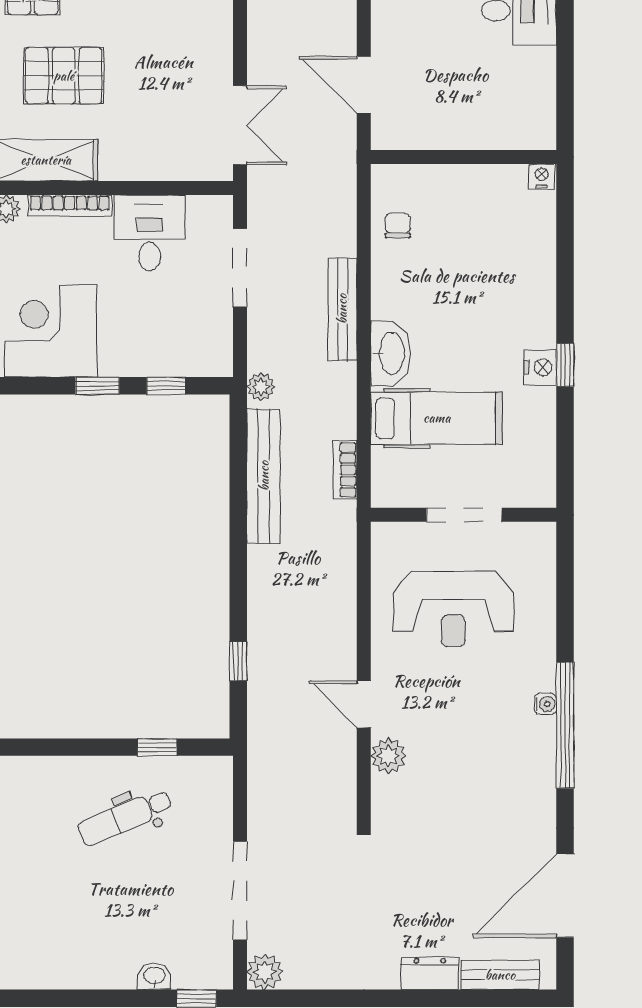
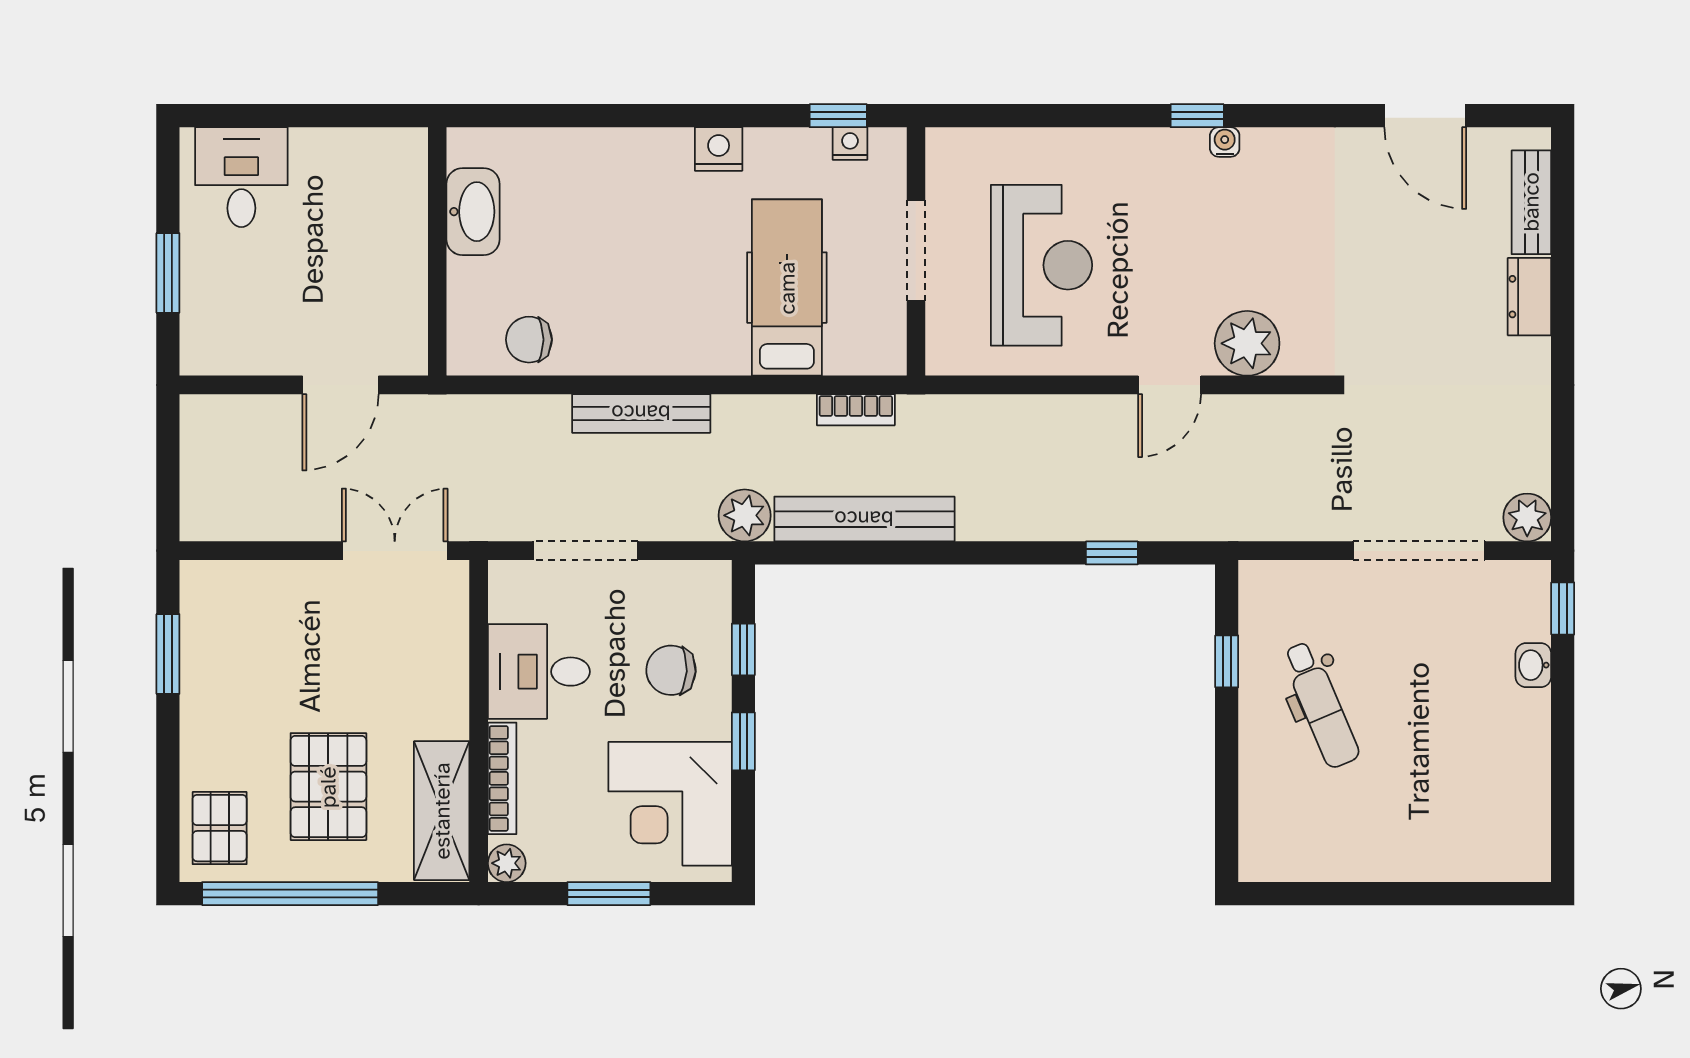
nightstand: (542, 176) -> (850, 144), moved, turned 90
chair: (398, 226) -> (529, 340), width x1.37, depth x1.37
chair: (151, 332) -> (671, 670), added
washbasin: (391, 353) -> (473, 212), moved, turned 90
window: (565, 365) -> (838, 116), moved
plant: (261, 387) -> (745, 515), width x1.38, depth x1.38
water cooler: (545, 704) -> (1225, 142), moved
window: (565, 725) -> (1197, 116), width x0.32
plant: (388, 756) -> (1247, 343), width x1.36, depth x1.36
door: (565, 896) -> (1425, 116), width x0.73

